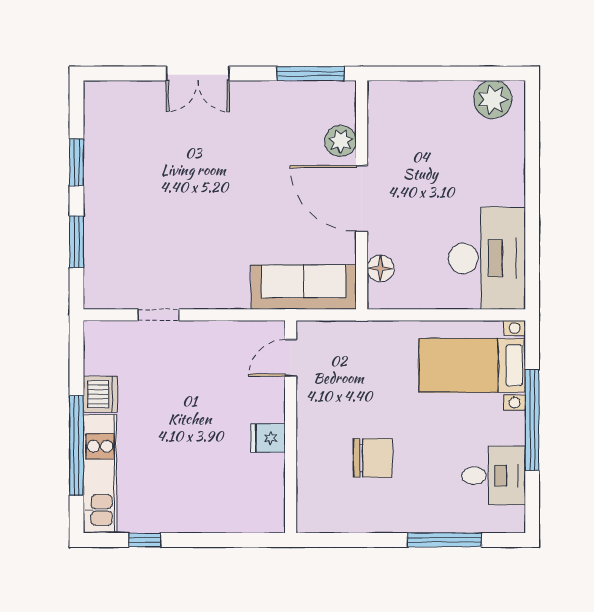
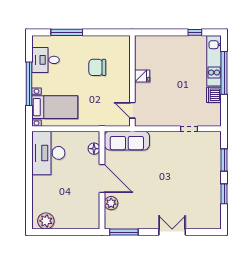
door: (291, 358) -> (132, 110), swing flipped

